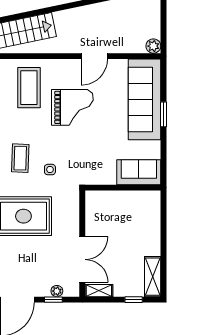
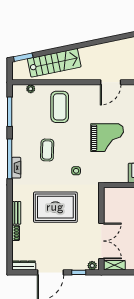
grand piano: (72, 107) -> (107, 138), moved
coffee table: (20, 158) -> (47, 150), moved
plant: (57, 291) -> (92, 266), moved

